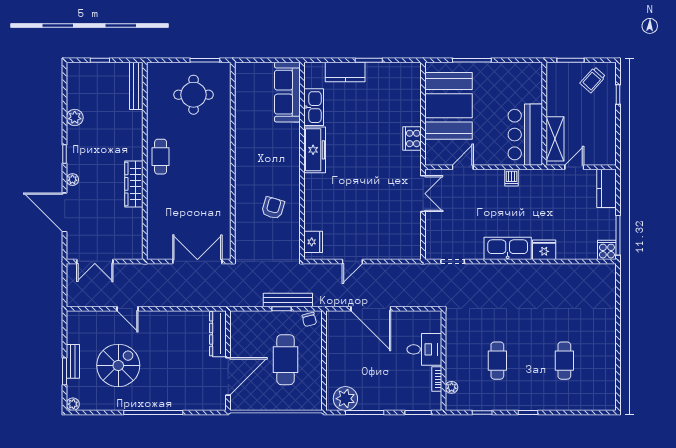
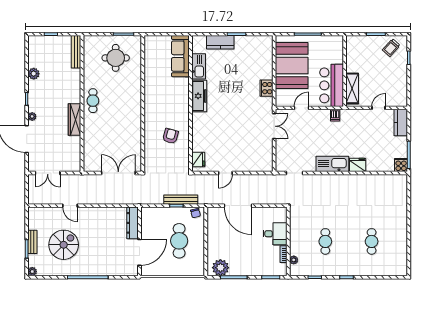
wall: (544, 114) -> (345, 71), moved
bar counter: (525, 135) -> (332, 85), moved
shelving: (555, 139) -> (352, 88), moved

